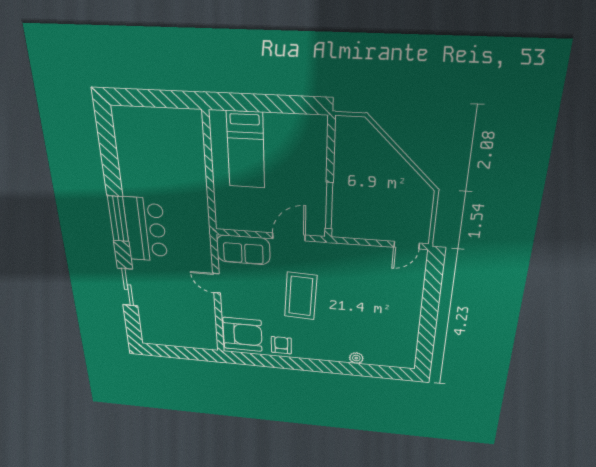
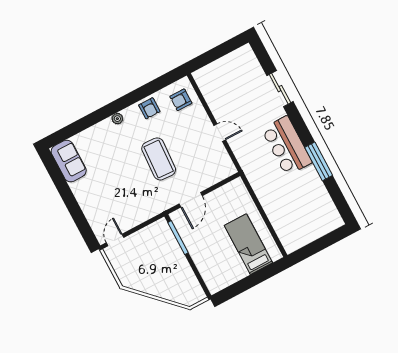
window: (118, 219) -> (319, 161), moved
sofa: (243, 250) -> (69, 161), moved, turned 90
armchair: (242, 334) -> (181, 100), width x0.53, depth x0.53
plant: (356, 358) -> (117, 119), moved

